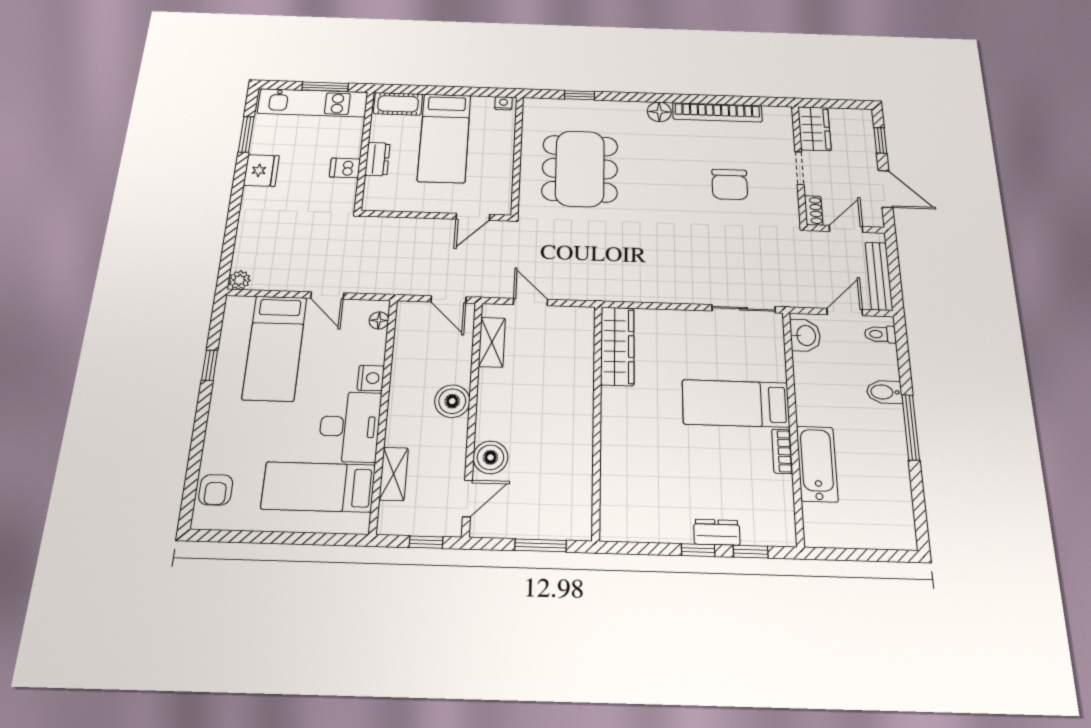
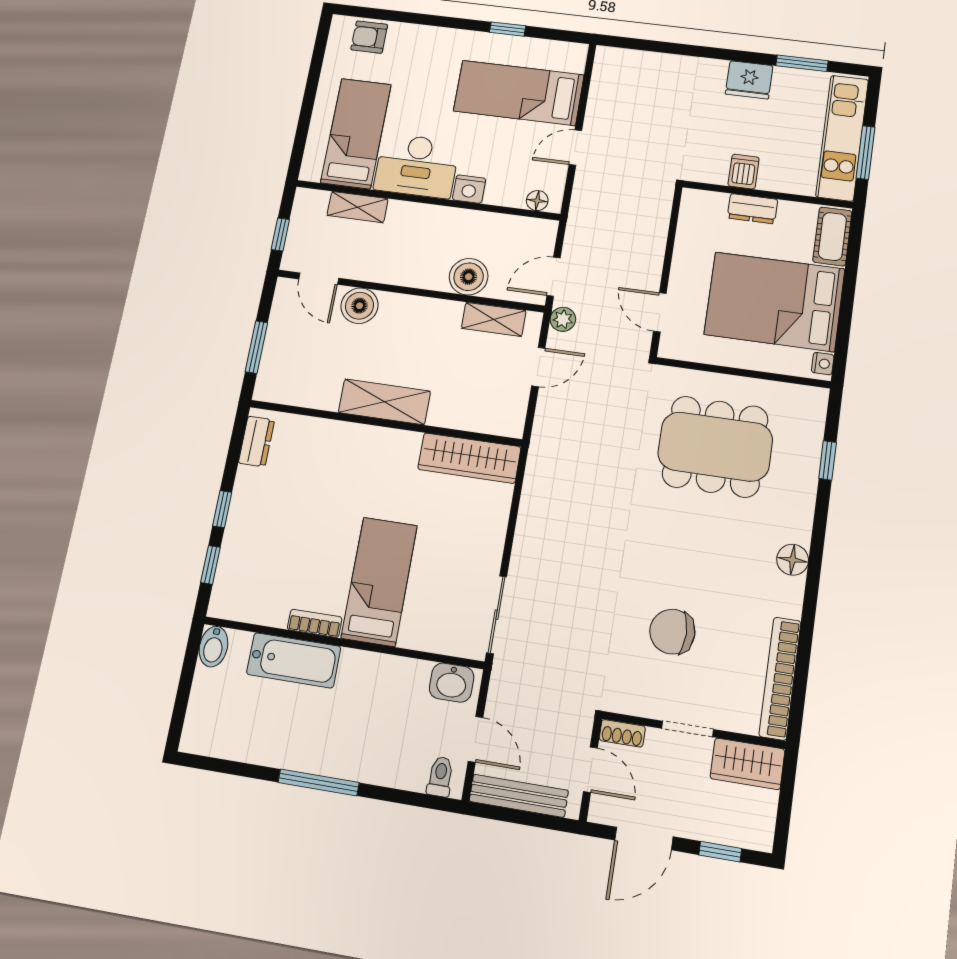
bookcase: (717, 112) -> (780, 678), moved
bed: (444, 138) -> (774, 302), width x1.50
plant: (239, 280) -> (563, 319), moved
bidet: (884, 392) -> (213, 647), moved, turned 180
boiler: (452, 401) -> (469, 277), moved
shelving: (578, 422) -> (384, 402), added
dresser: (717, 532) -> (256, 441), moved

